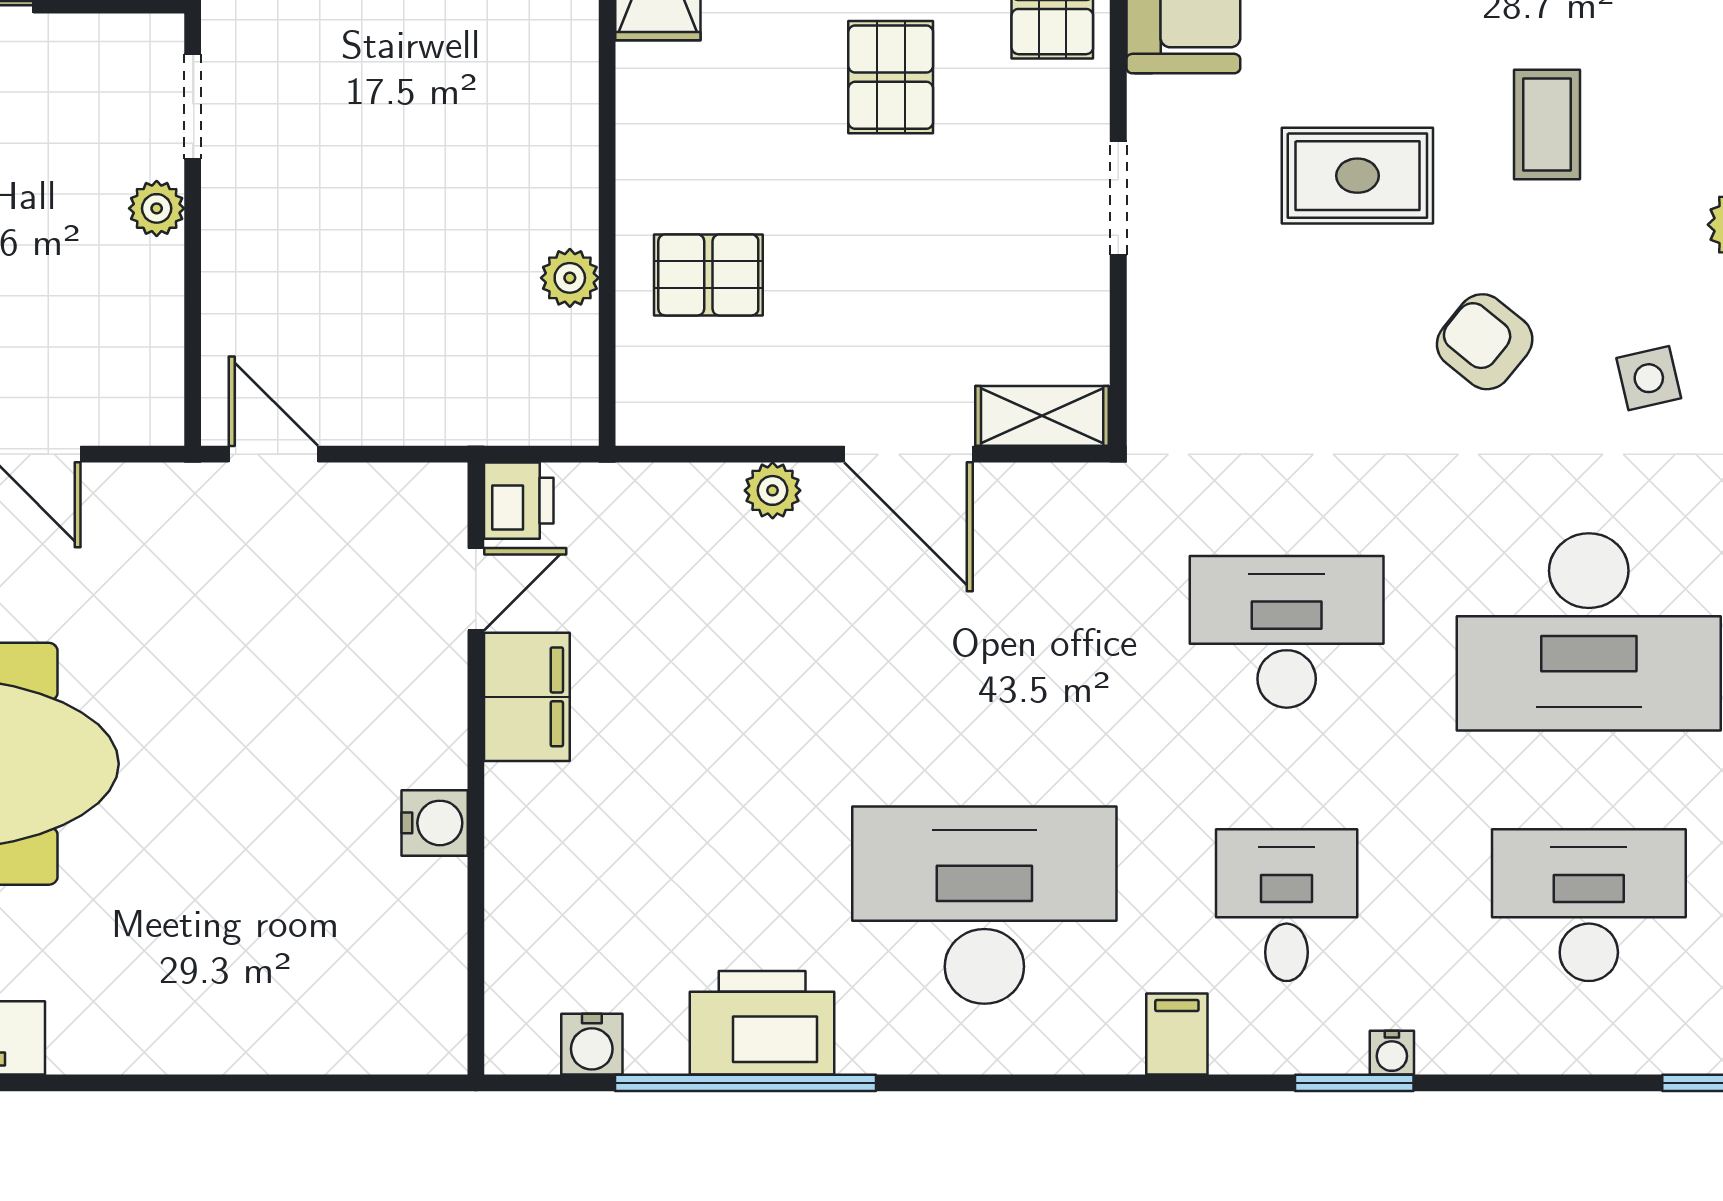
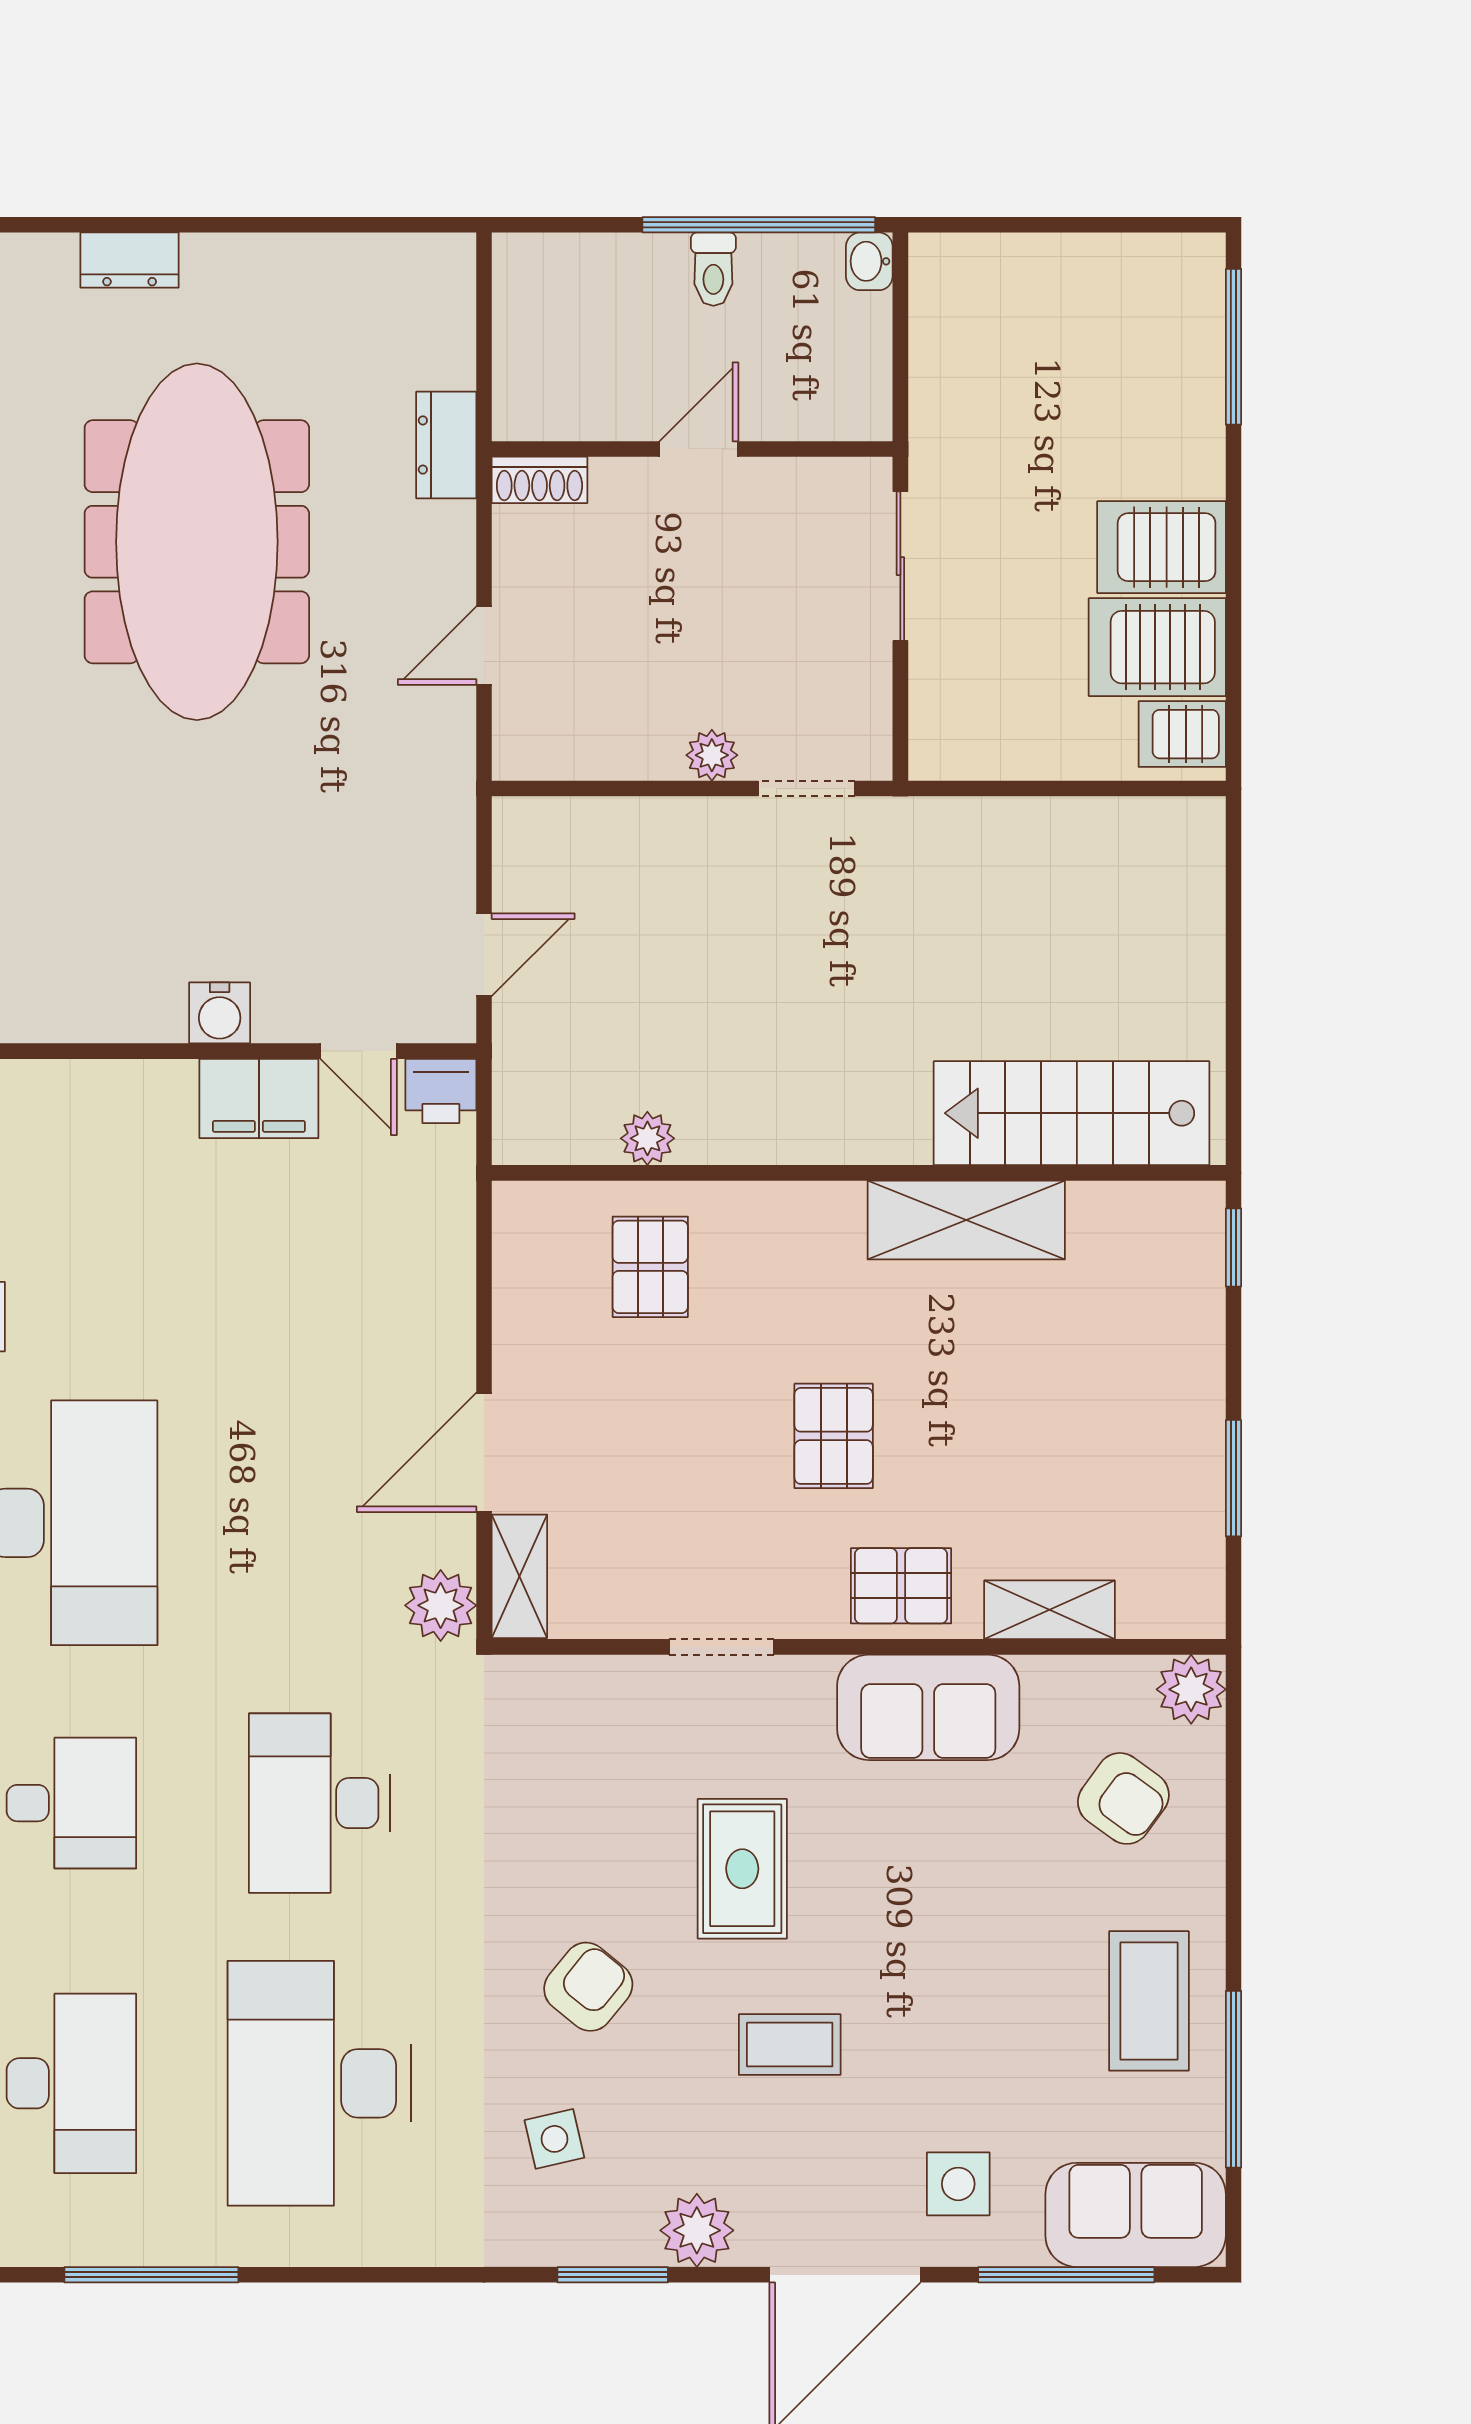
pallet: (891, 77) -> (834, 1436), turned 90
door: (273, 454) -> (484, 955), moved
plant: (773, 490) -> (441, 1605), moved, width x1.38, depth x1.38
desk: (1287, 632) -> (319, 1803), turned 180
water cooler: (435, 823) -> (220, 1013), moved

